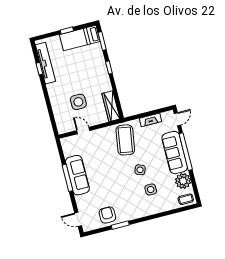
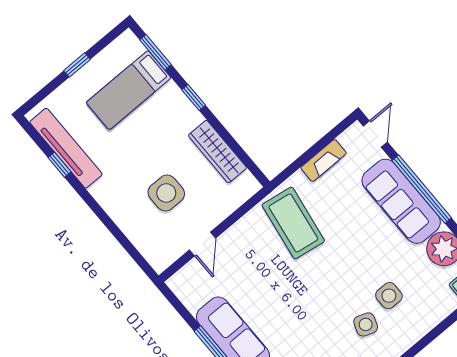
bed: (80, 38) -> (129, 90), moved
wardrobe: (111, 106) -> (217, 152), moved
door: (83, 130) -> (203, 244), swing flipped
side table: (140, 170) -> (366, 324), moved

